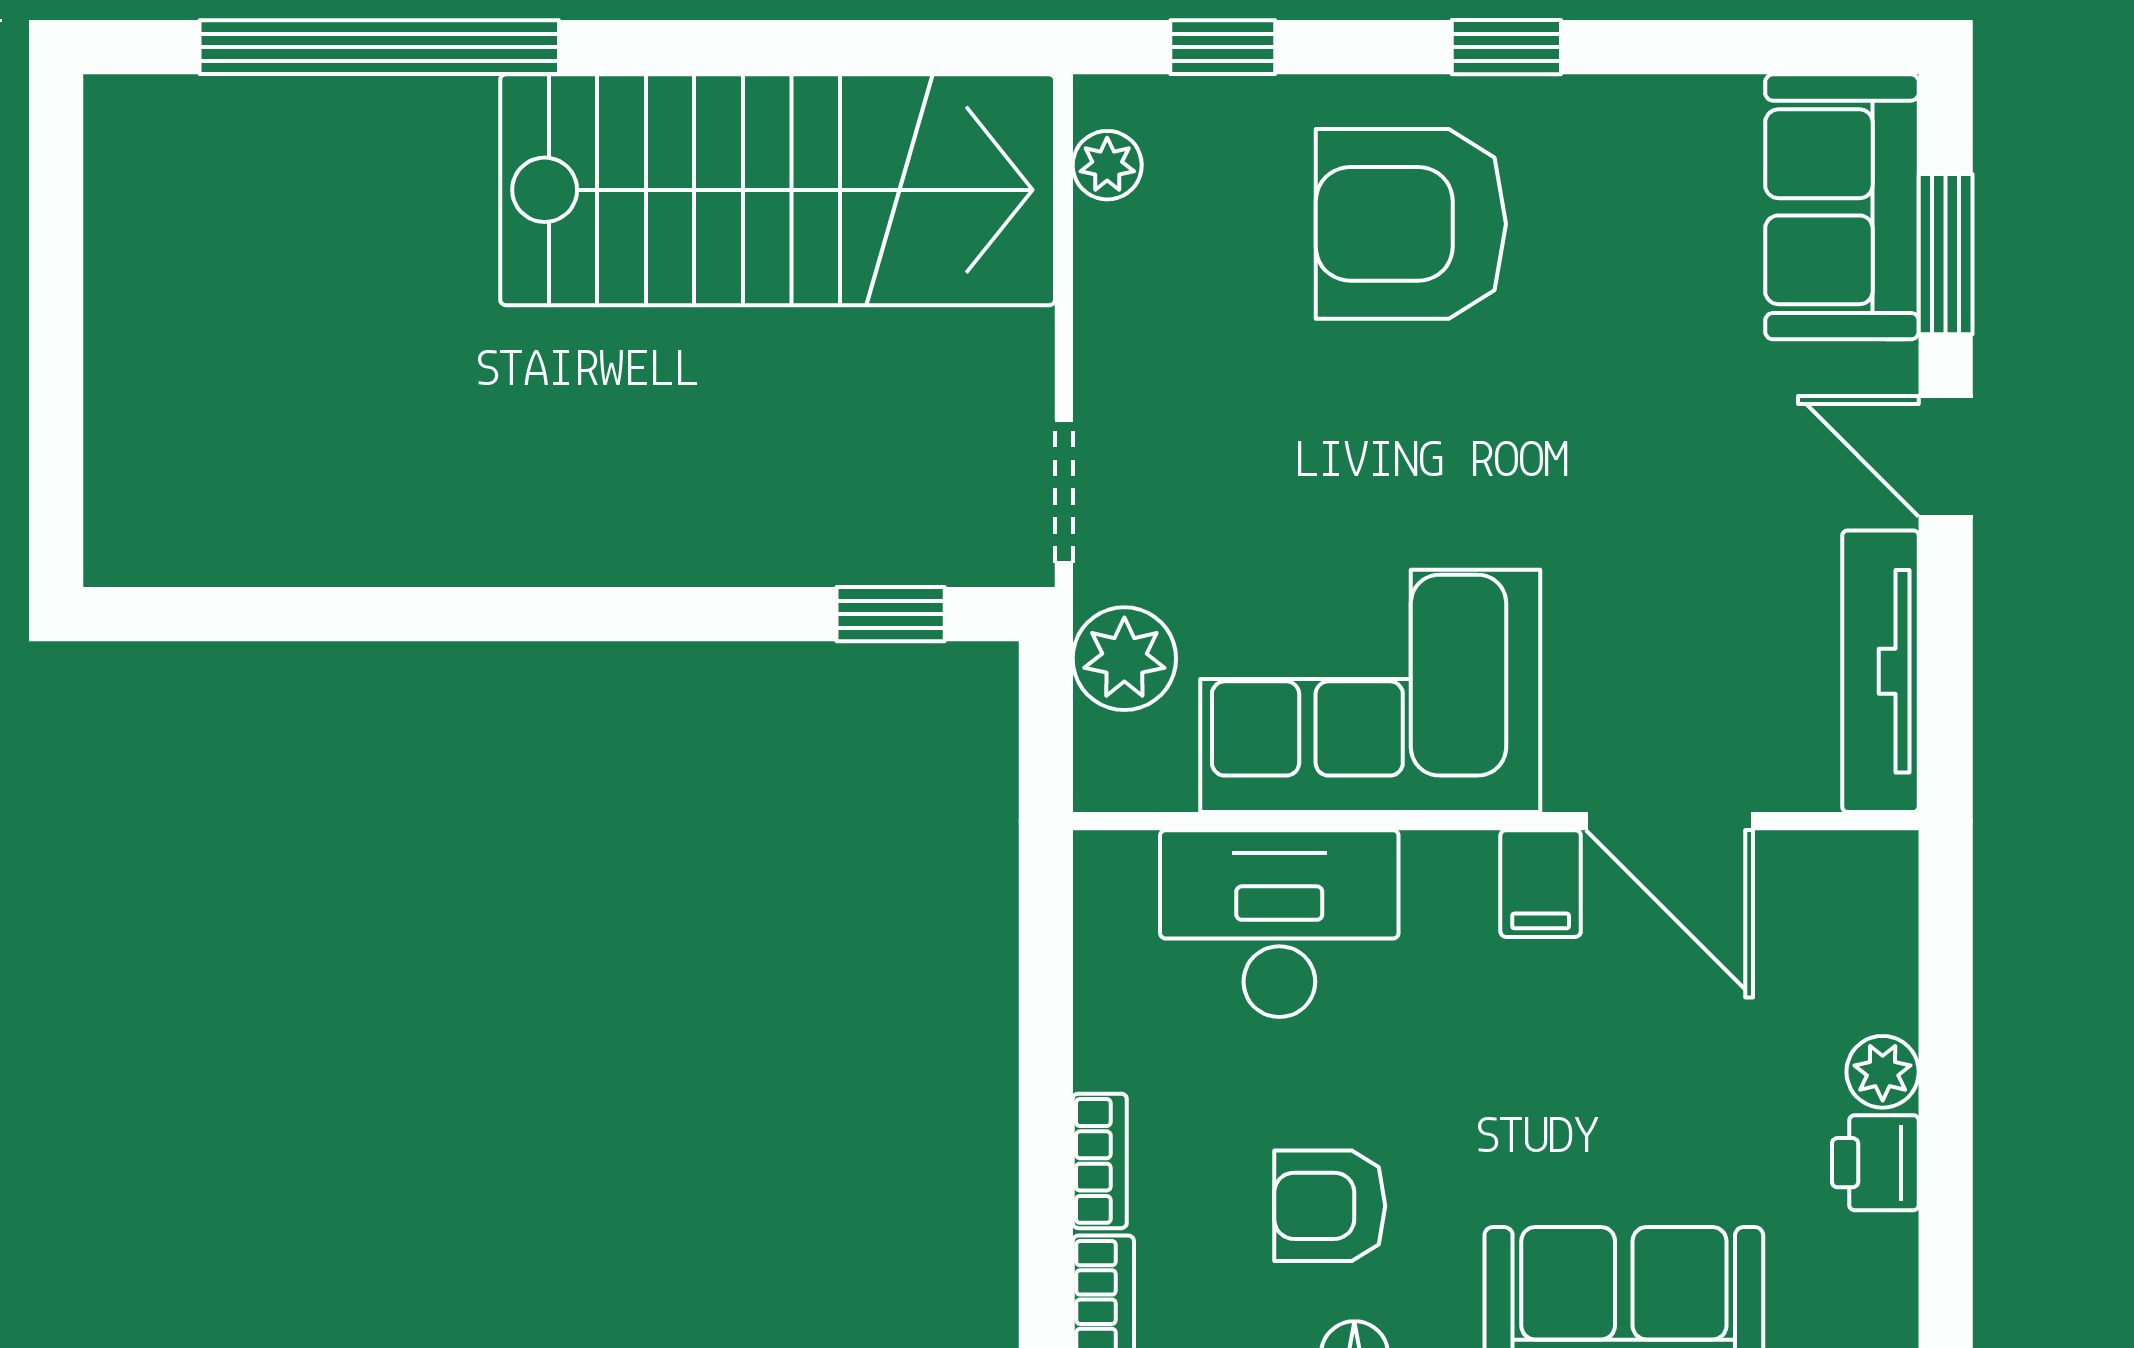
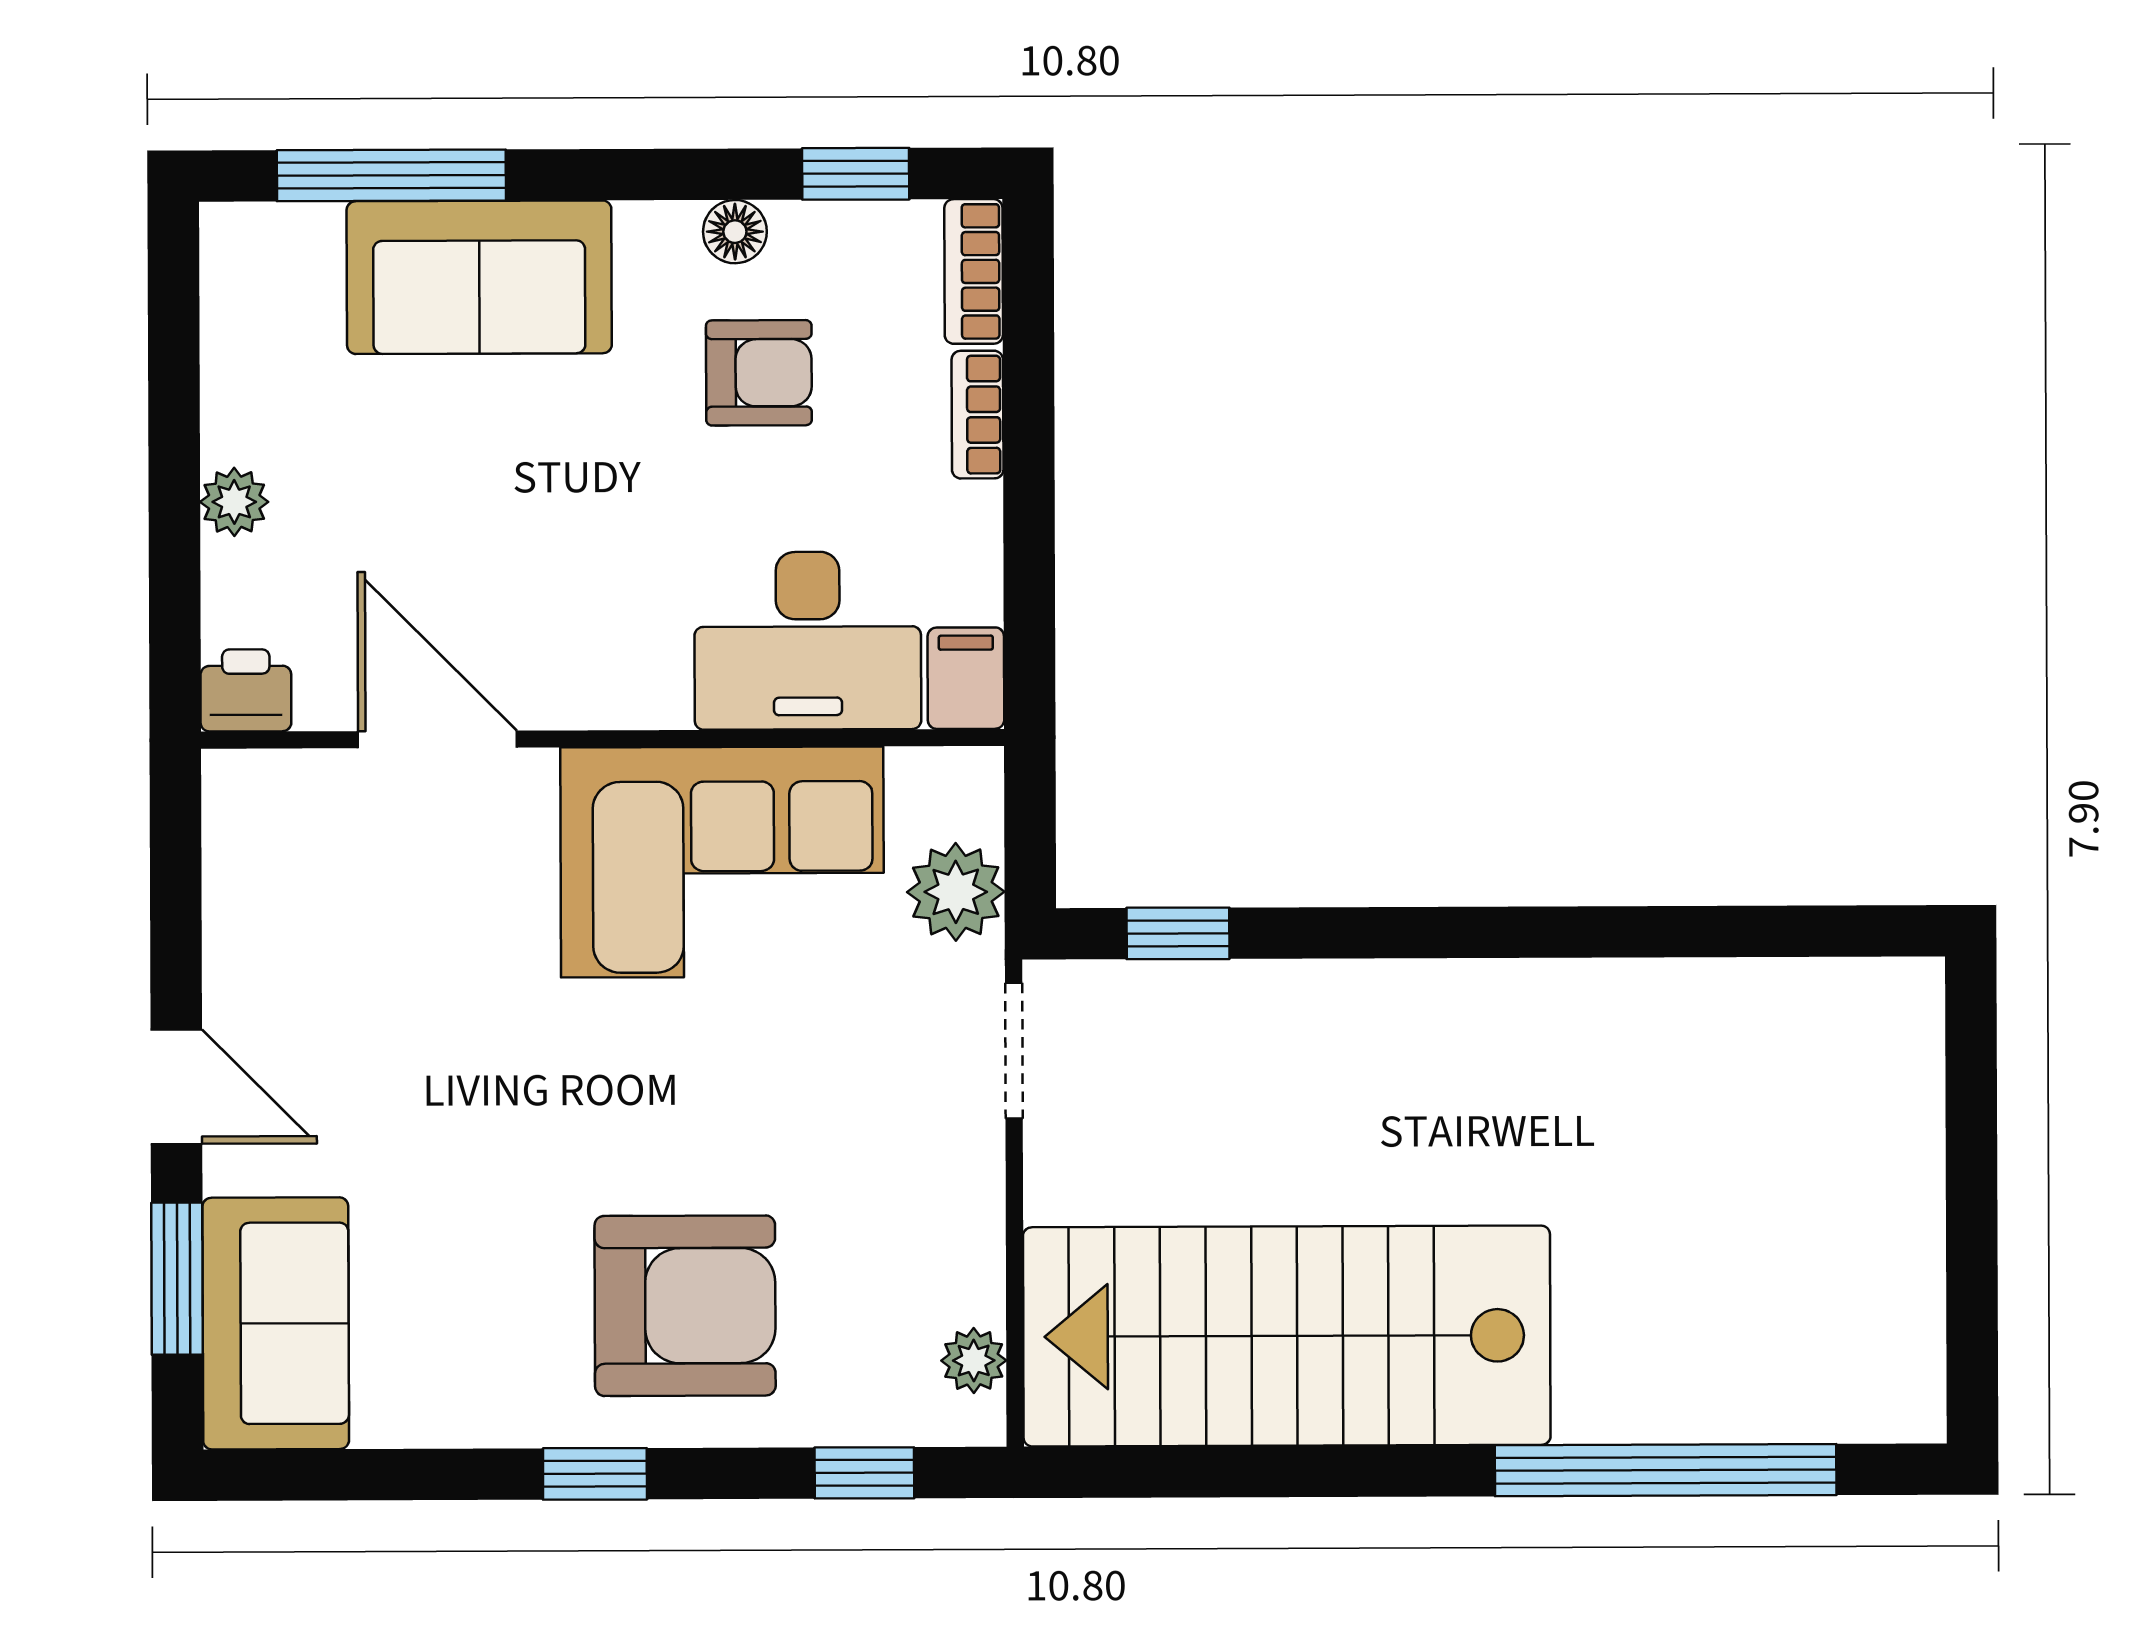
tv unit: (1880, 671) -> (238, 882), removed
filing cabinet: (1541, 884) -> (966, 678), moved
printer: (1875, 1163) -> (246, 690), moved, turned -90

